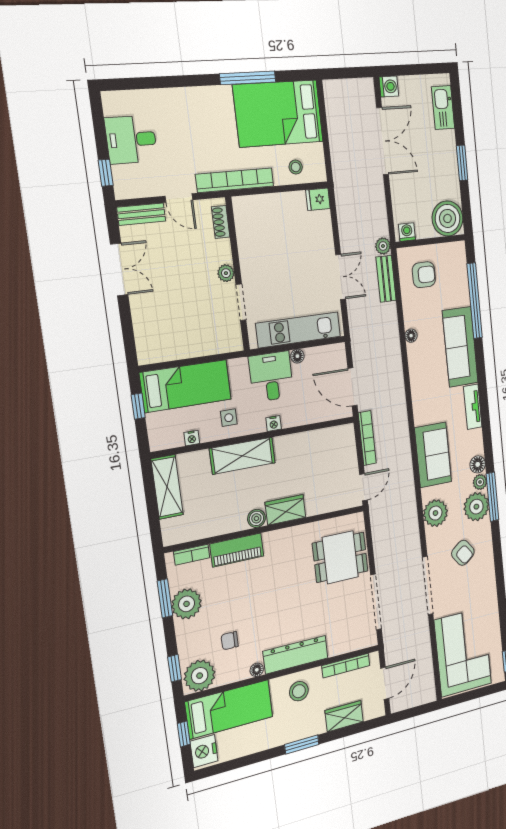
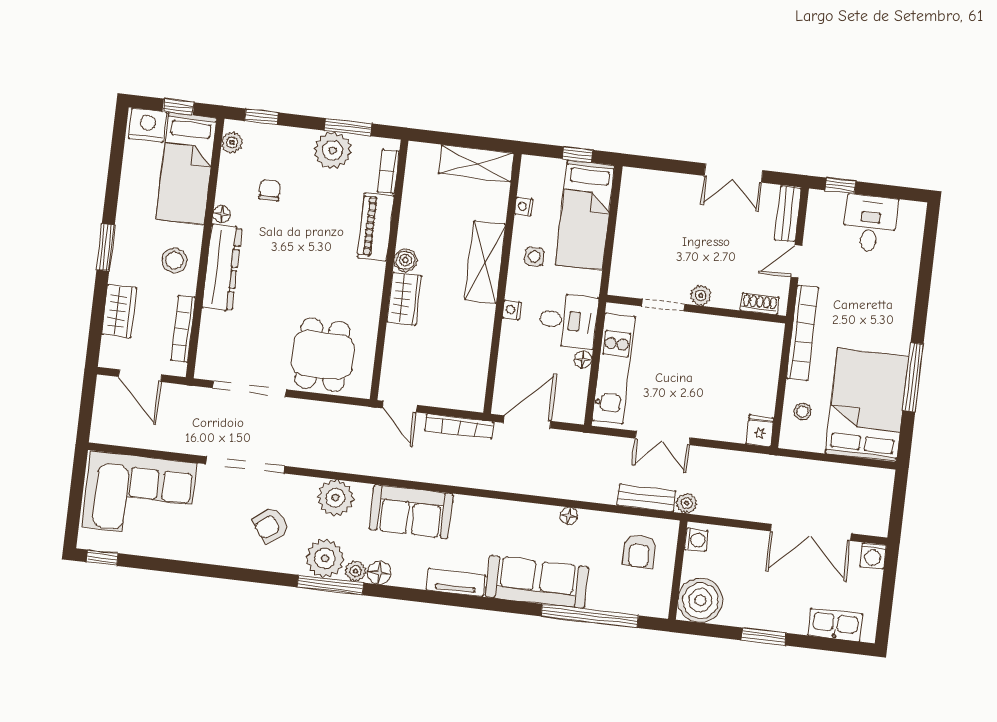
plant: (200, 676) -> (232, 143), width x0.53, depth x0.53

